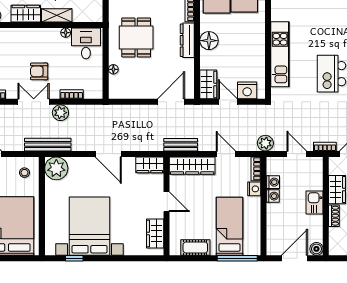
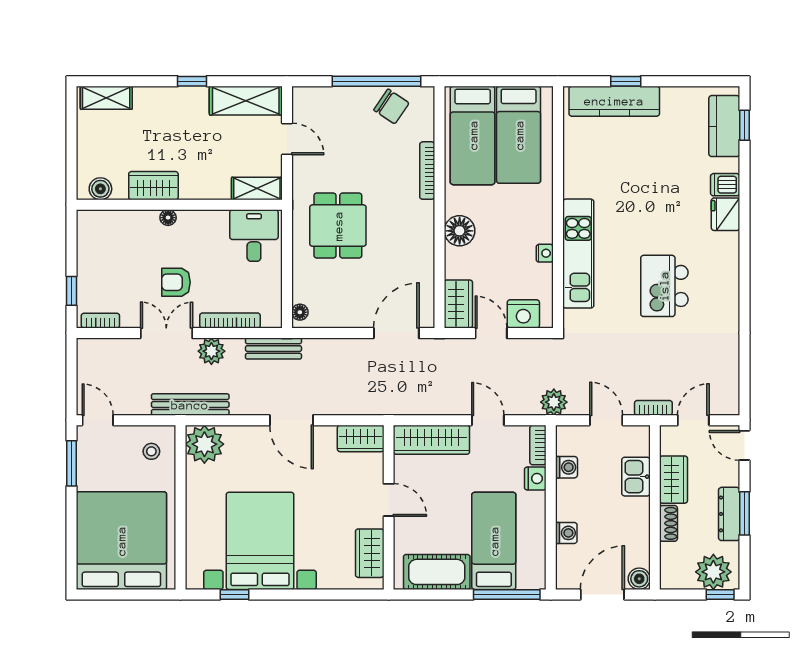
shelving: (57, 15) -> (257, 189), moved
floor lamp: (66, 33) -> (168, 218), moved
dresser: (187, 40) -> (423, 230), removed
nightstand: (260, 54) -> (545, 253), added
floor lamp: (113, 69) -> (300, 312), moved
bookcase: (72, 94) -> (230, 320), width x1.56
bench: (181, 145) -> (273, 349), moved
washing machine: (273, 196) -> (566, 533), moved
kitchen sink: (315, 202) -> (636, 477), moved
cot: (195, 247) -> (437, 572), width x1.37, depth x1.34

